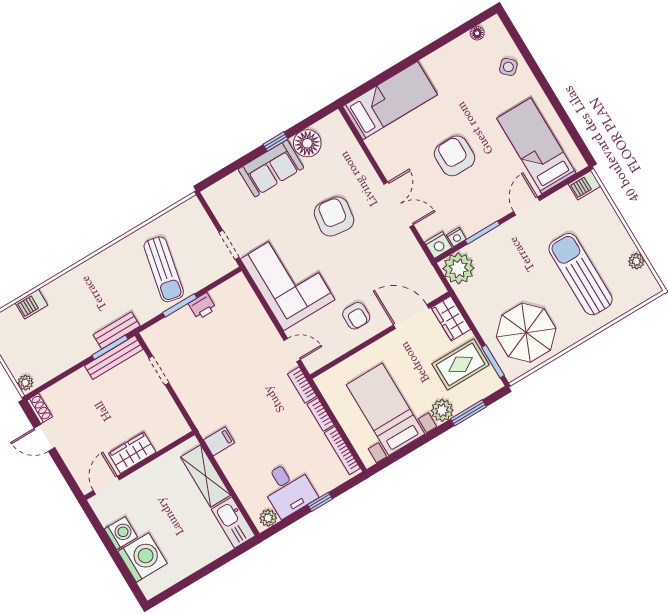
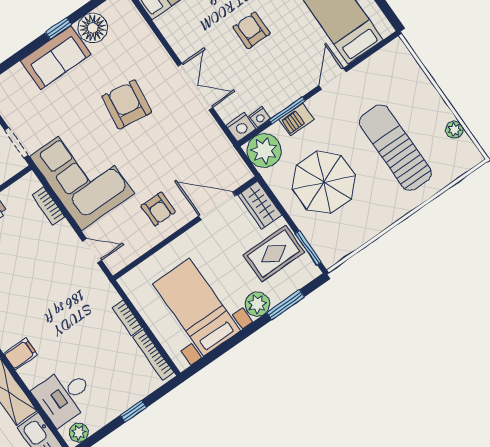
armchair: (455, 156) -> (251, 30), width x0.72, depth x0.72
barbecue: (584, 185) -> (297, 120), moved
parasol: (526, 333) -> (324, 182), moved
bookcase: (302, 385) -> (48, 206), moved
desk: (288, 489) -> (64, 396), moved, turned 90

